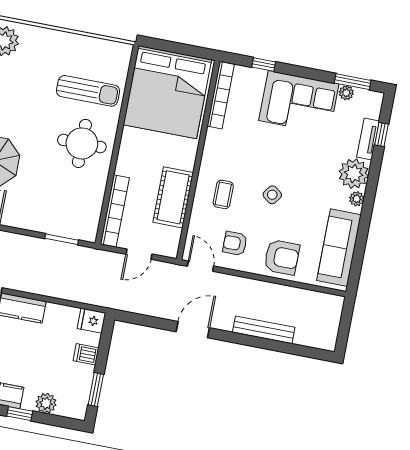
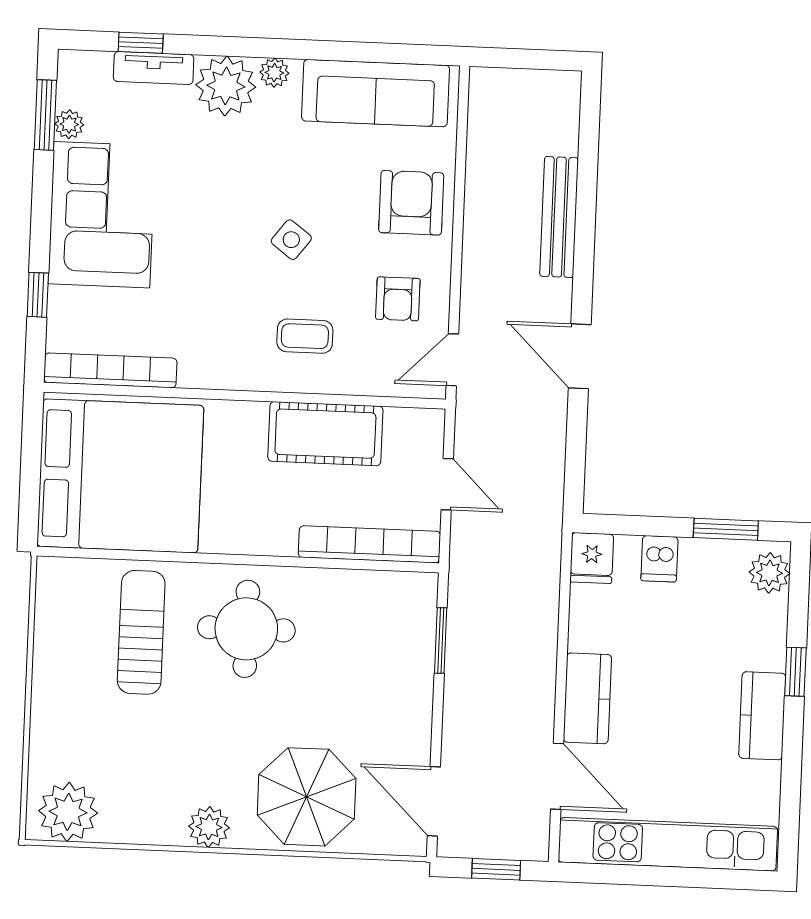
plant: (46, 403) -> (769, 573), moved

